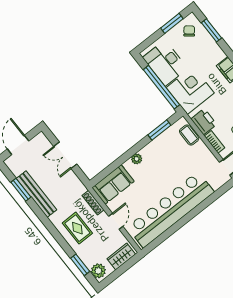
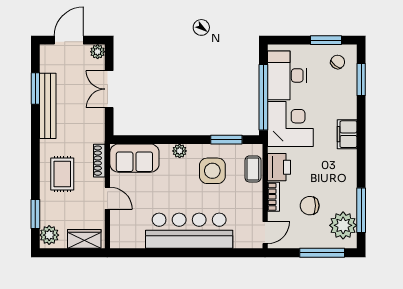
plant: (41, 138) -> (98, 52), added
side table: (166, 155) -> (212, 171), added
bar counter: (171, 210) -> (189, 231), width x0.73
door: (116, 221) -> (107, 198), hinge flipped

